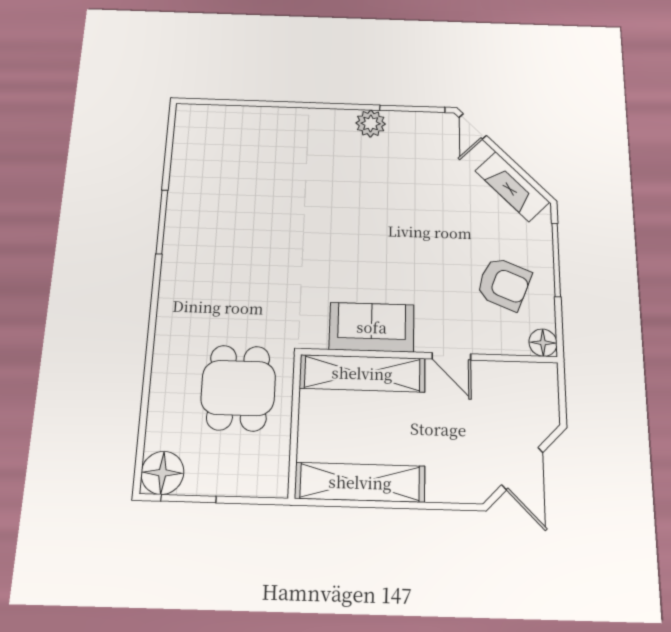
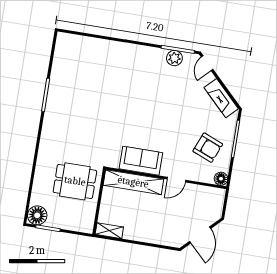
plant: (371, 123) -> (174, 58), moved
door: (451, 356) -> (176, 180), hinge flipped
dining table: (238, 388) -> (75, 181), turned 90
shelving: (360, 482) -> (109, 231), width x0.45, depth x0.75

